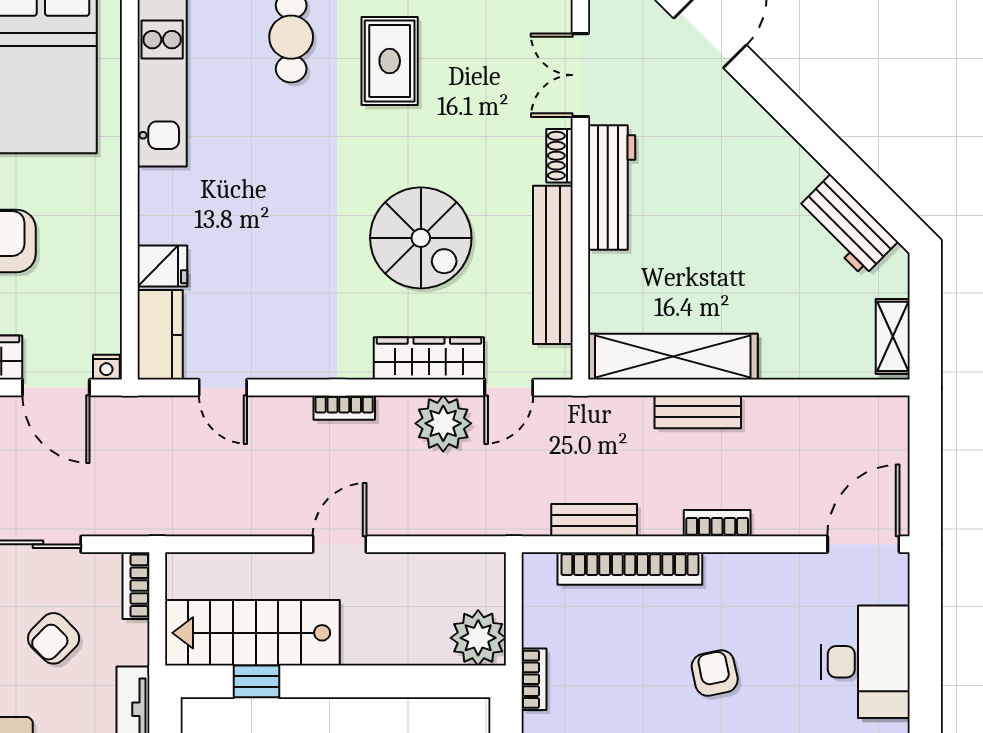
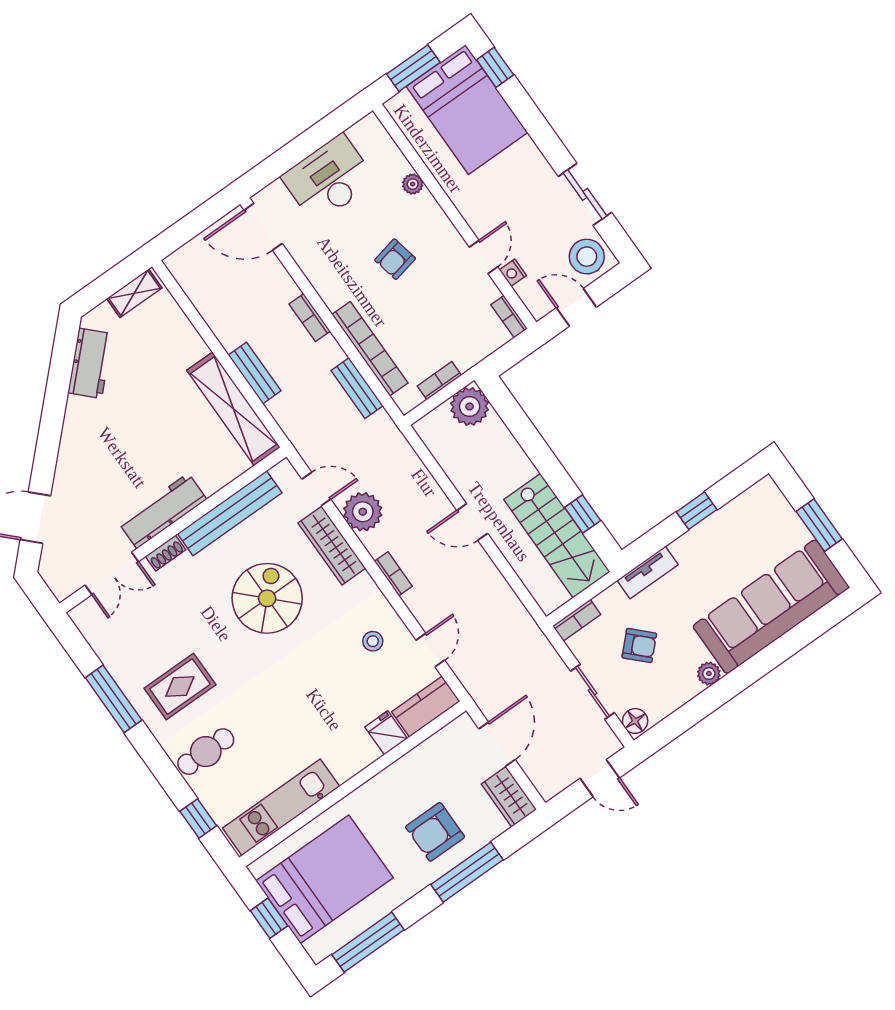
stool: (282, 327) -> (373, 641), added
nightstand: (106, 367) -> (465, 724), removed
bookcase: (534, 679) -> (439, 381), moved

